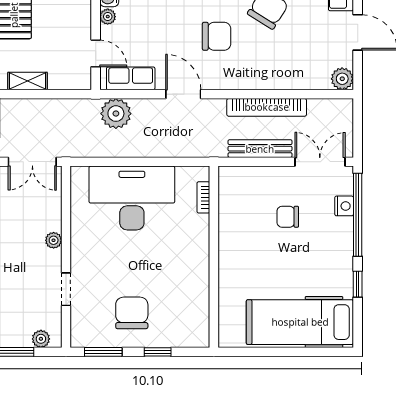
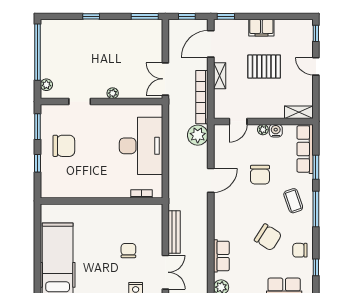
chair: (217, 36) -> (260, 175), moved
row of seats: (131, 78) -> (221, 256), moved
bookcase: (267, 107) -> (202, 97), moved

